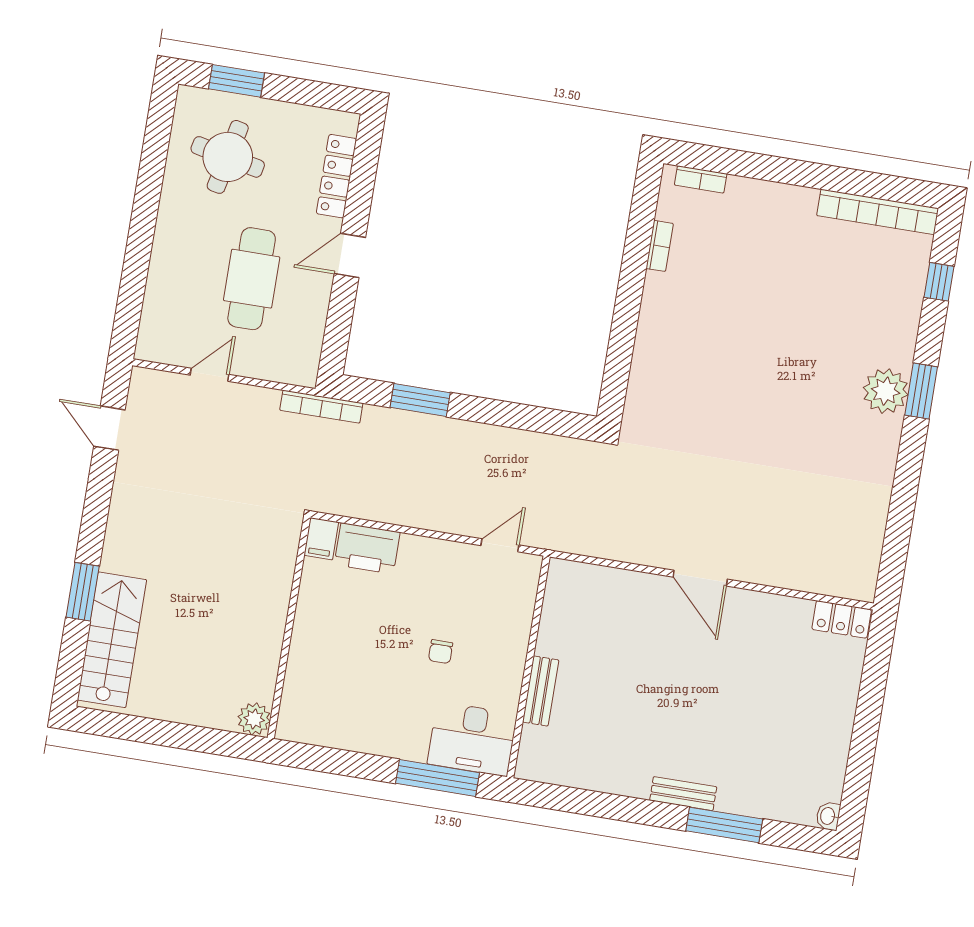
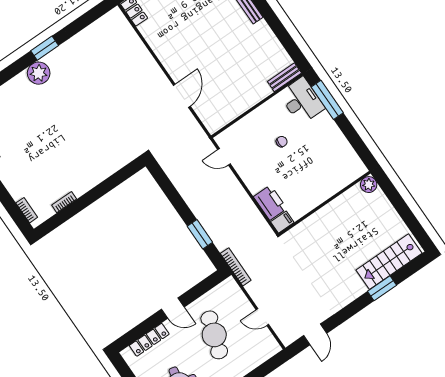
cafe table: (252, 279) -> (214, 335), turned -72
window: (921, 391) -> (45, 48), moved
door: (700, 578) -> (182, 96), moved
bench: (541, 691) -> (284, 77), moved

